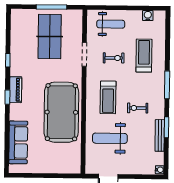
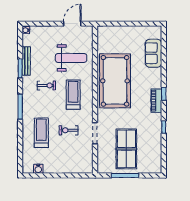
weight bench: (111, 24) -> (72, 161), removed
treadmill: (144, 56) -> (41, 133), turned 180
sofa: (18, 142) -> (153, 53), width x0.73

